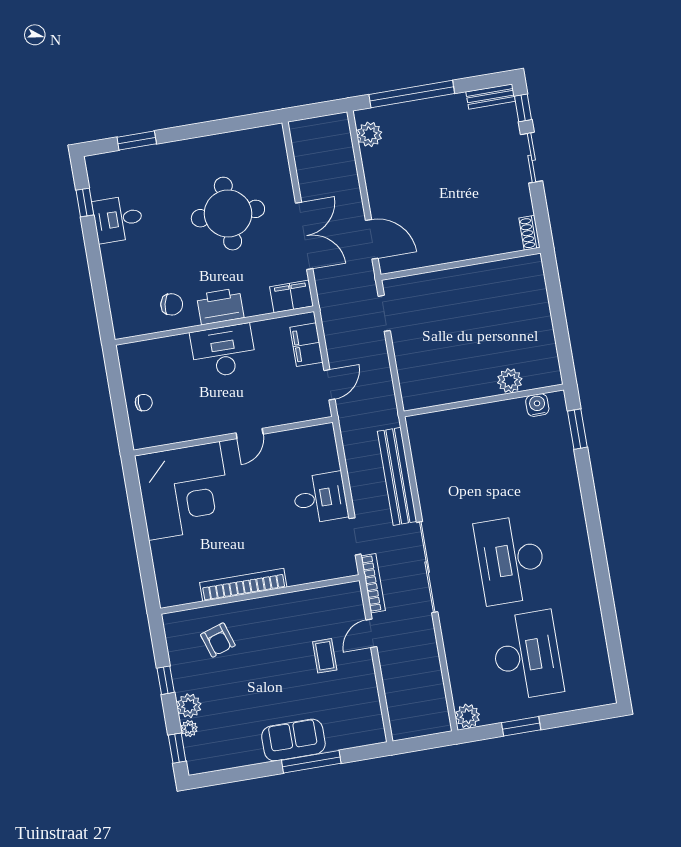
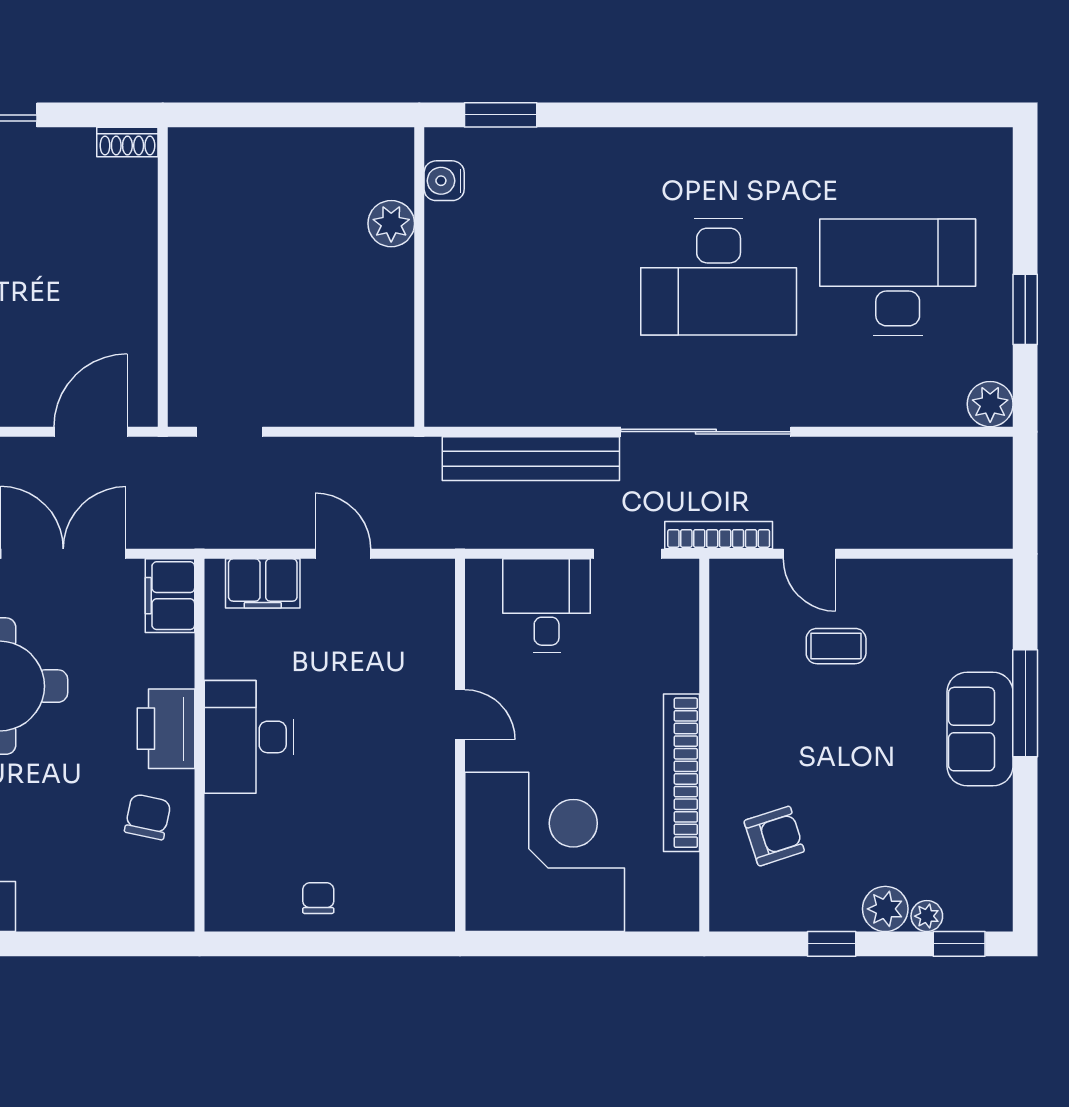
door: (250, 433) -> (460, 715), moved
wall: (233, 436) -> (460, 745), moved
corner desk: (184, 491) -> (545, 852), moved

